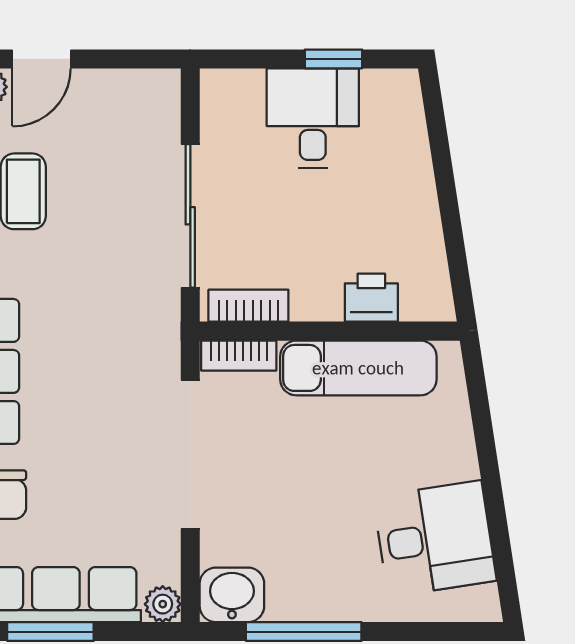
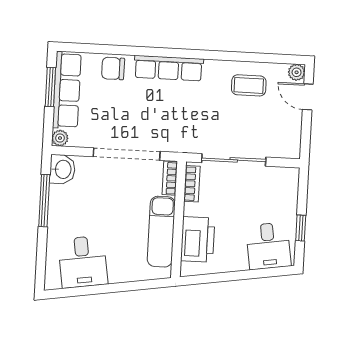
desk: (313, 118) -> (268, 246), moved, turned 81
printer: (371, 298) -> (198, 239), width x1.87, depth x1.48

